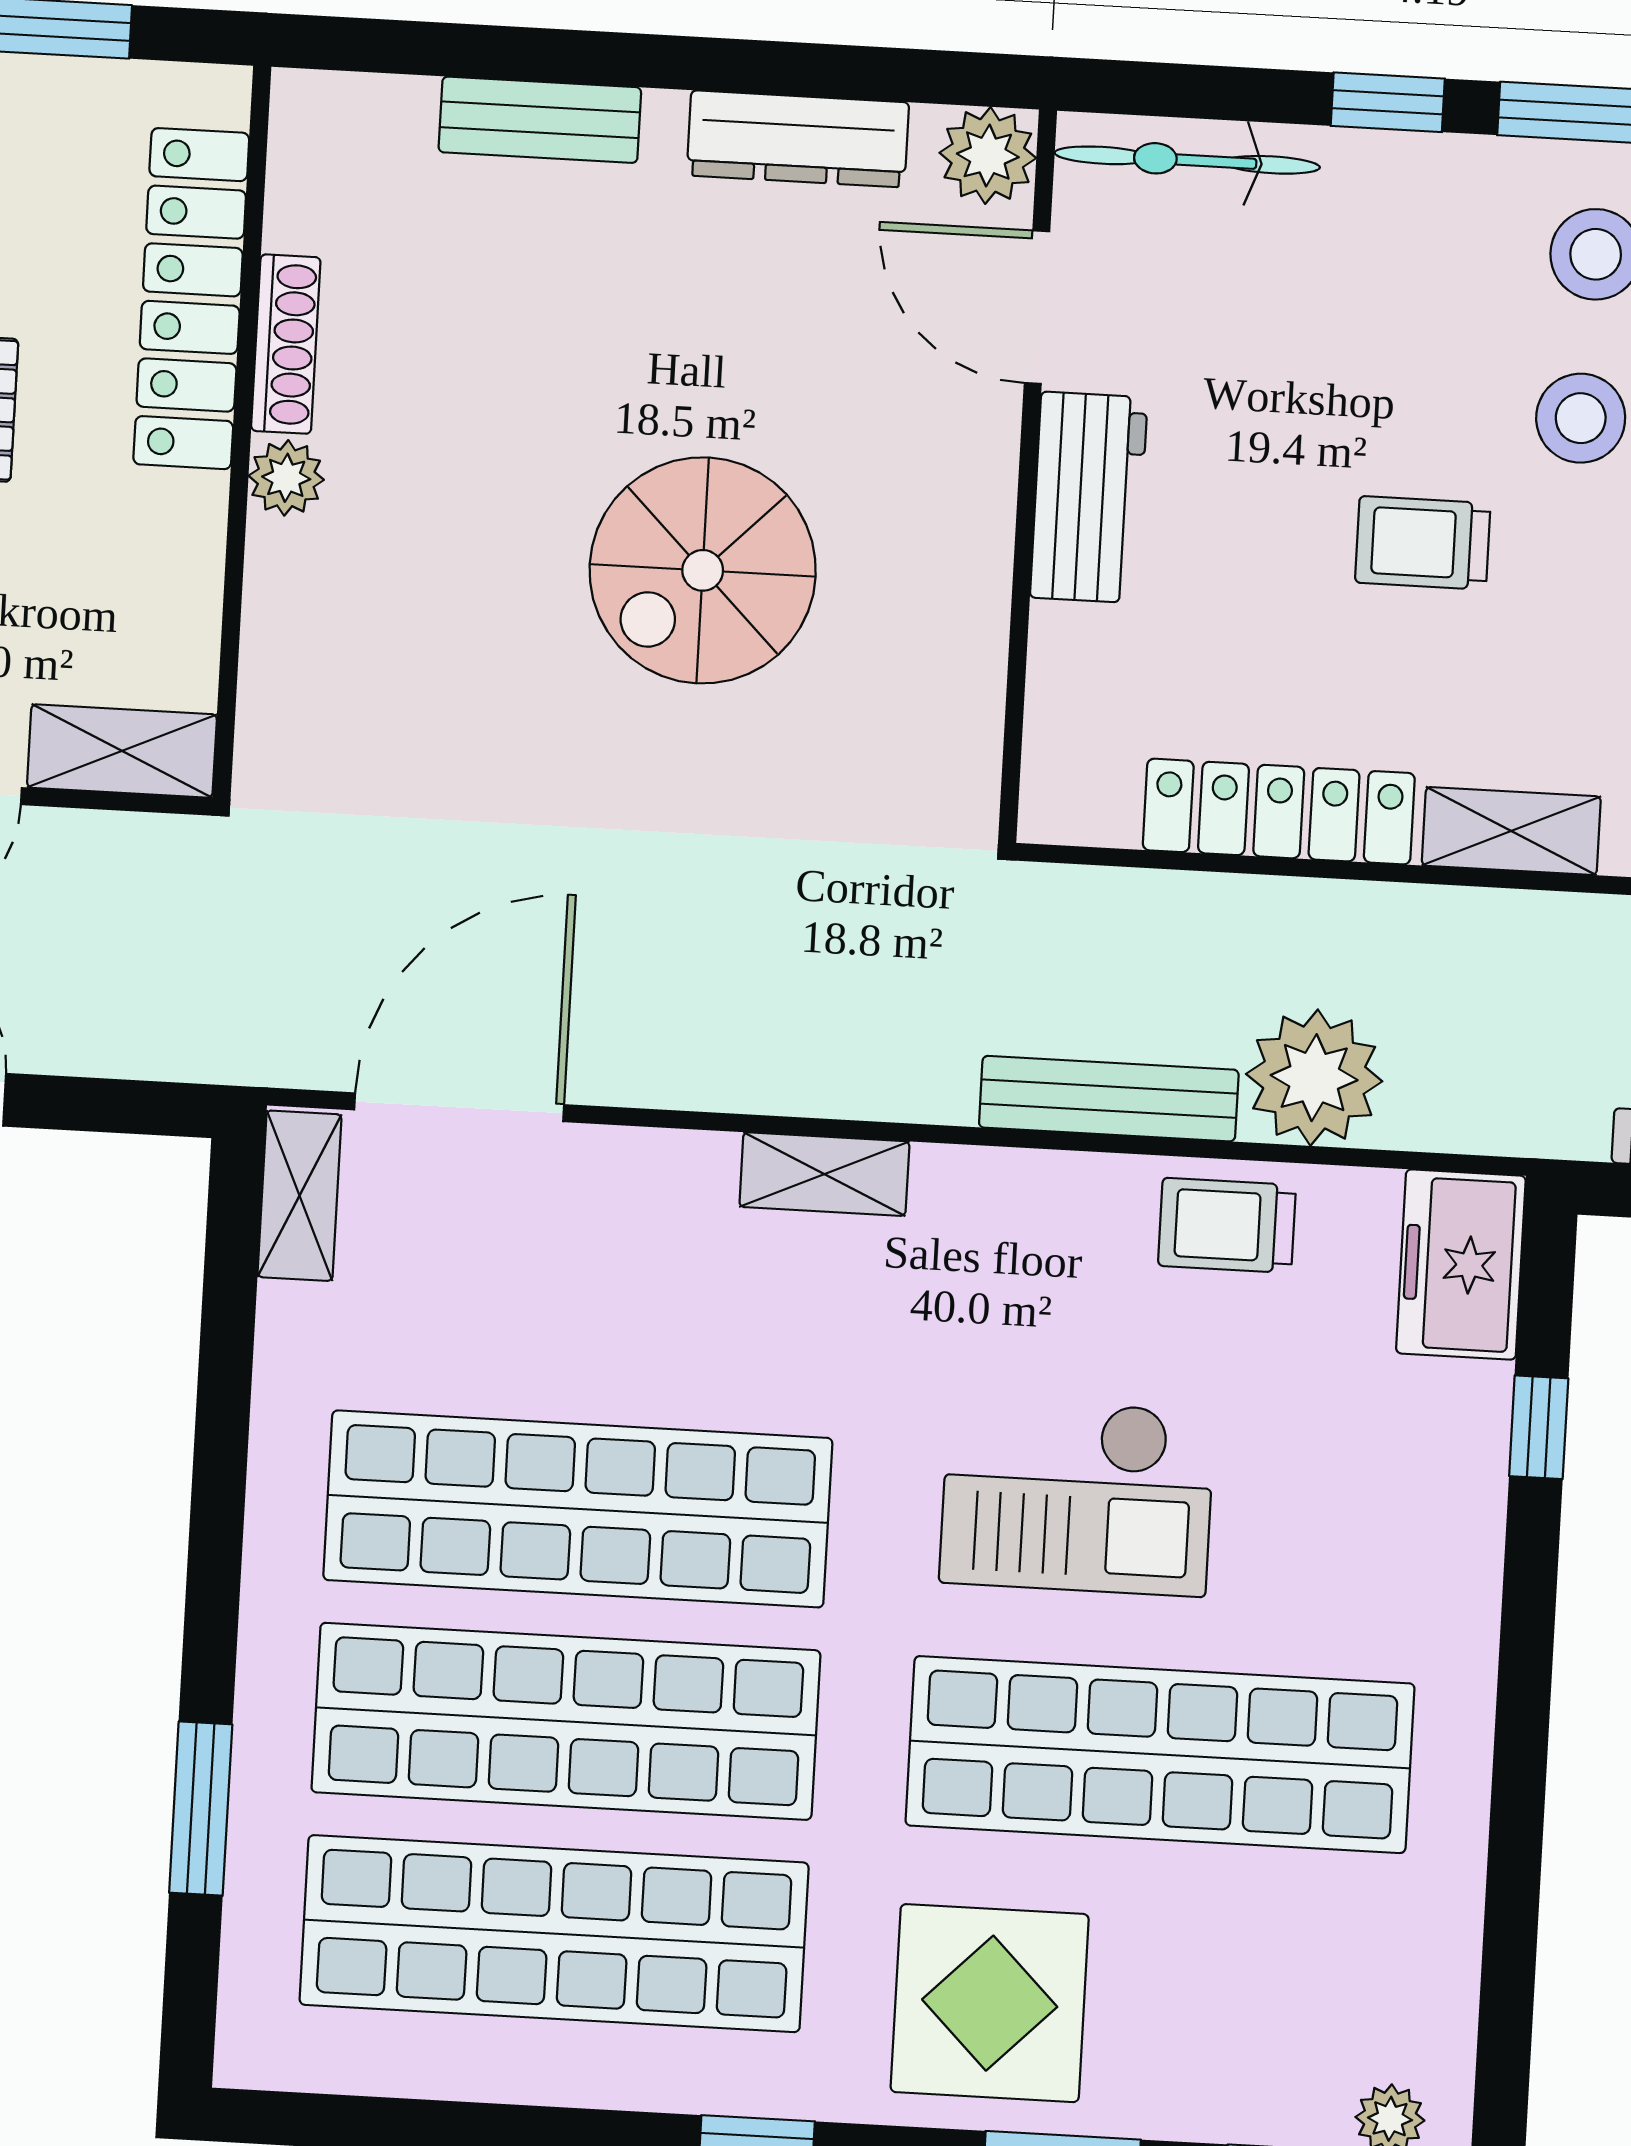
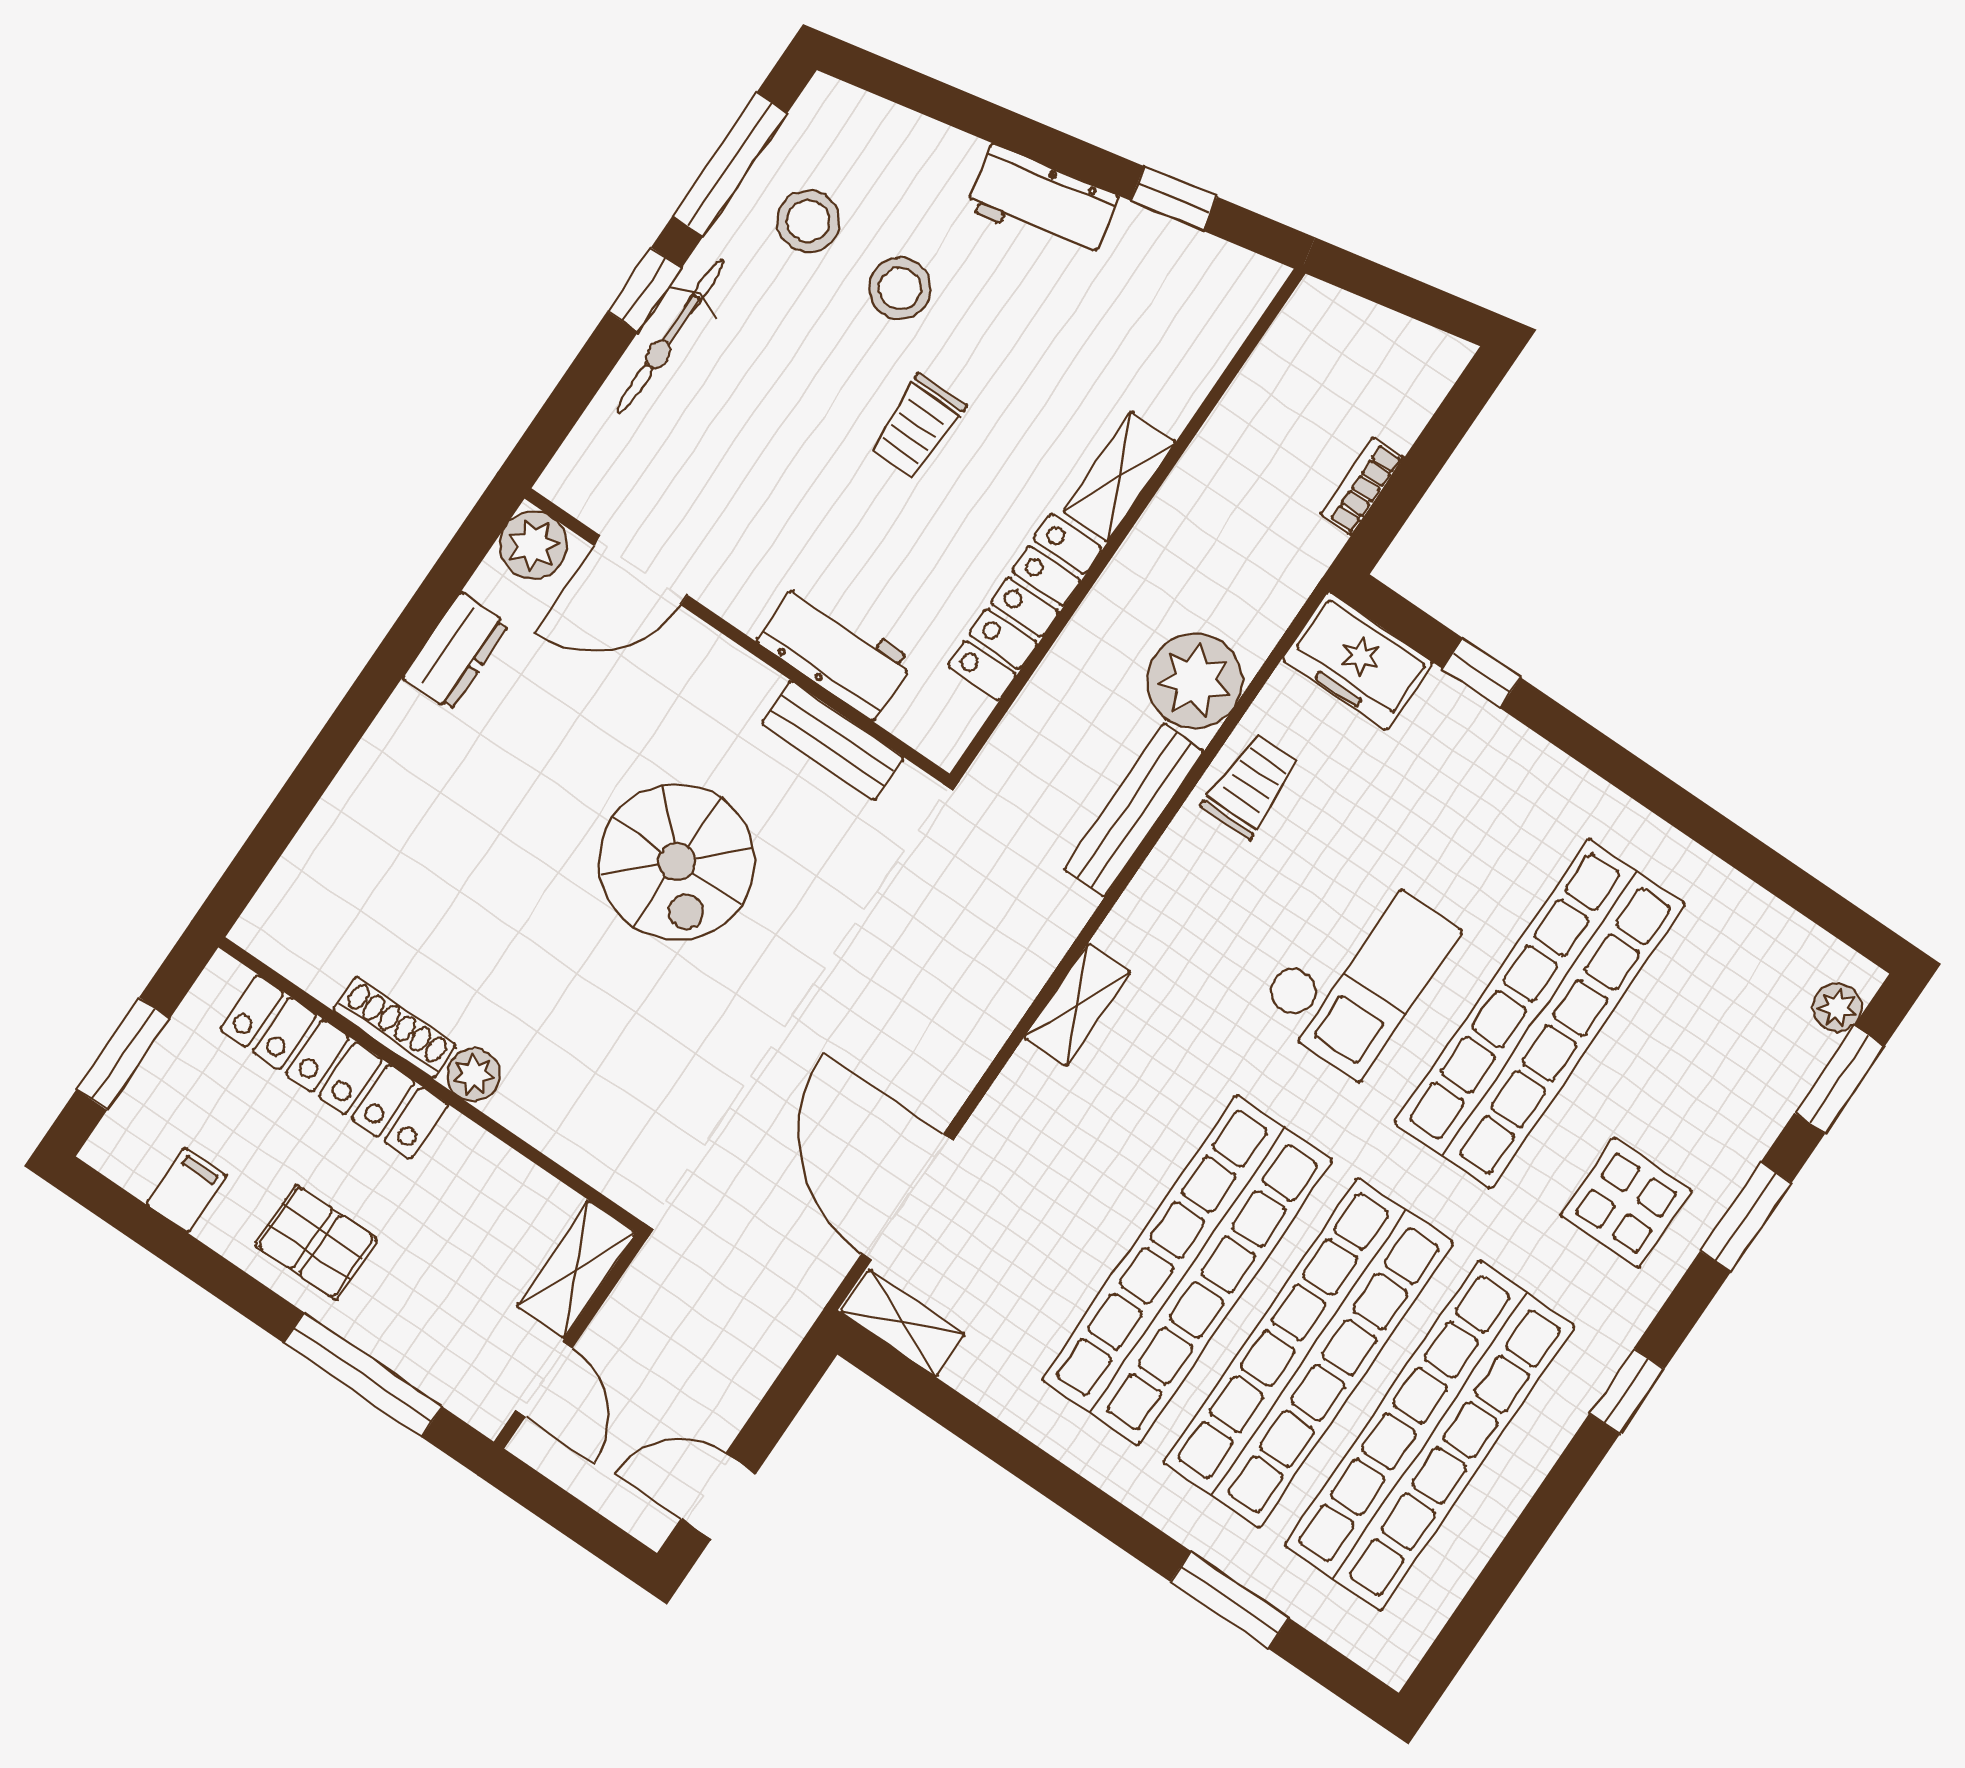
bench: (540, 120) -> (833, 740), moved, turned 90
dresser: (798, 139) -> (456, 652), width x0.70
bicycle: (1187, 160) -> (670, 336), moved
workbench: (1089, 497) -> (835, 651), moved
trolley: (1227, 1225) -> (1251, 785), turned 180
display table: (990, 2003) -> (1626, 1203), width x0.73, depth x0.73

